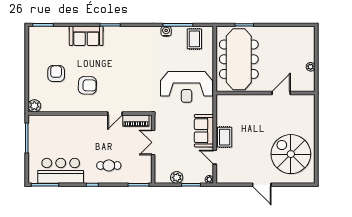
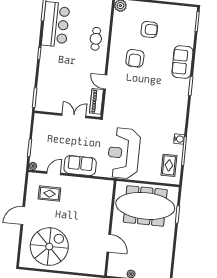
rug: (194, 39) -> (169, 165), turned 90
rug: (225, 137) -> (49, 194), moved
cafe table: (109, 165) -> (96, 39), moved
plant: (177, 177) -> (38, 135), removed

